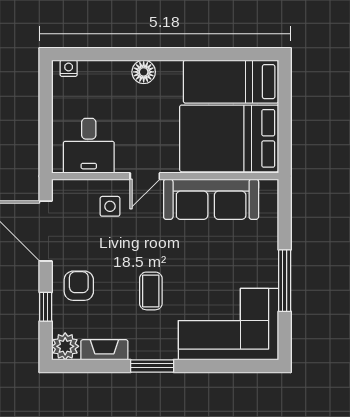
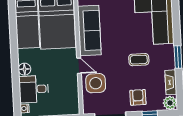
desk: (89, 146) -> (34, 89), moved, turned 180
side table: (110, 206) -> (96, 83), width x1.87, depth x1.87
armchair: (79, 286) -> (138, 97), turned 90

